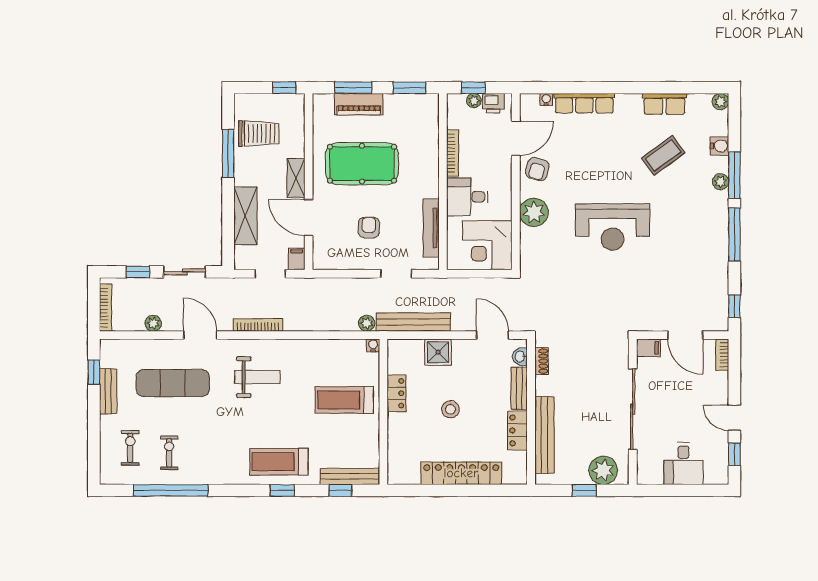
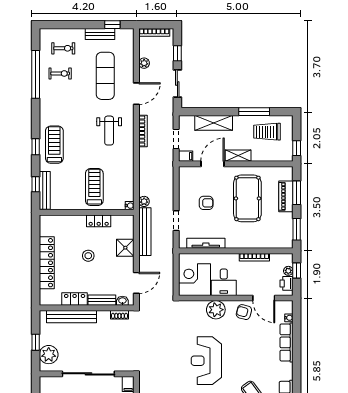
trolley: (259, 133) -> (267, 132), turned 90
desk: (467, 197) -> (224, 282), moved, turned 180

